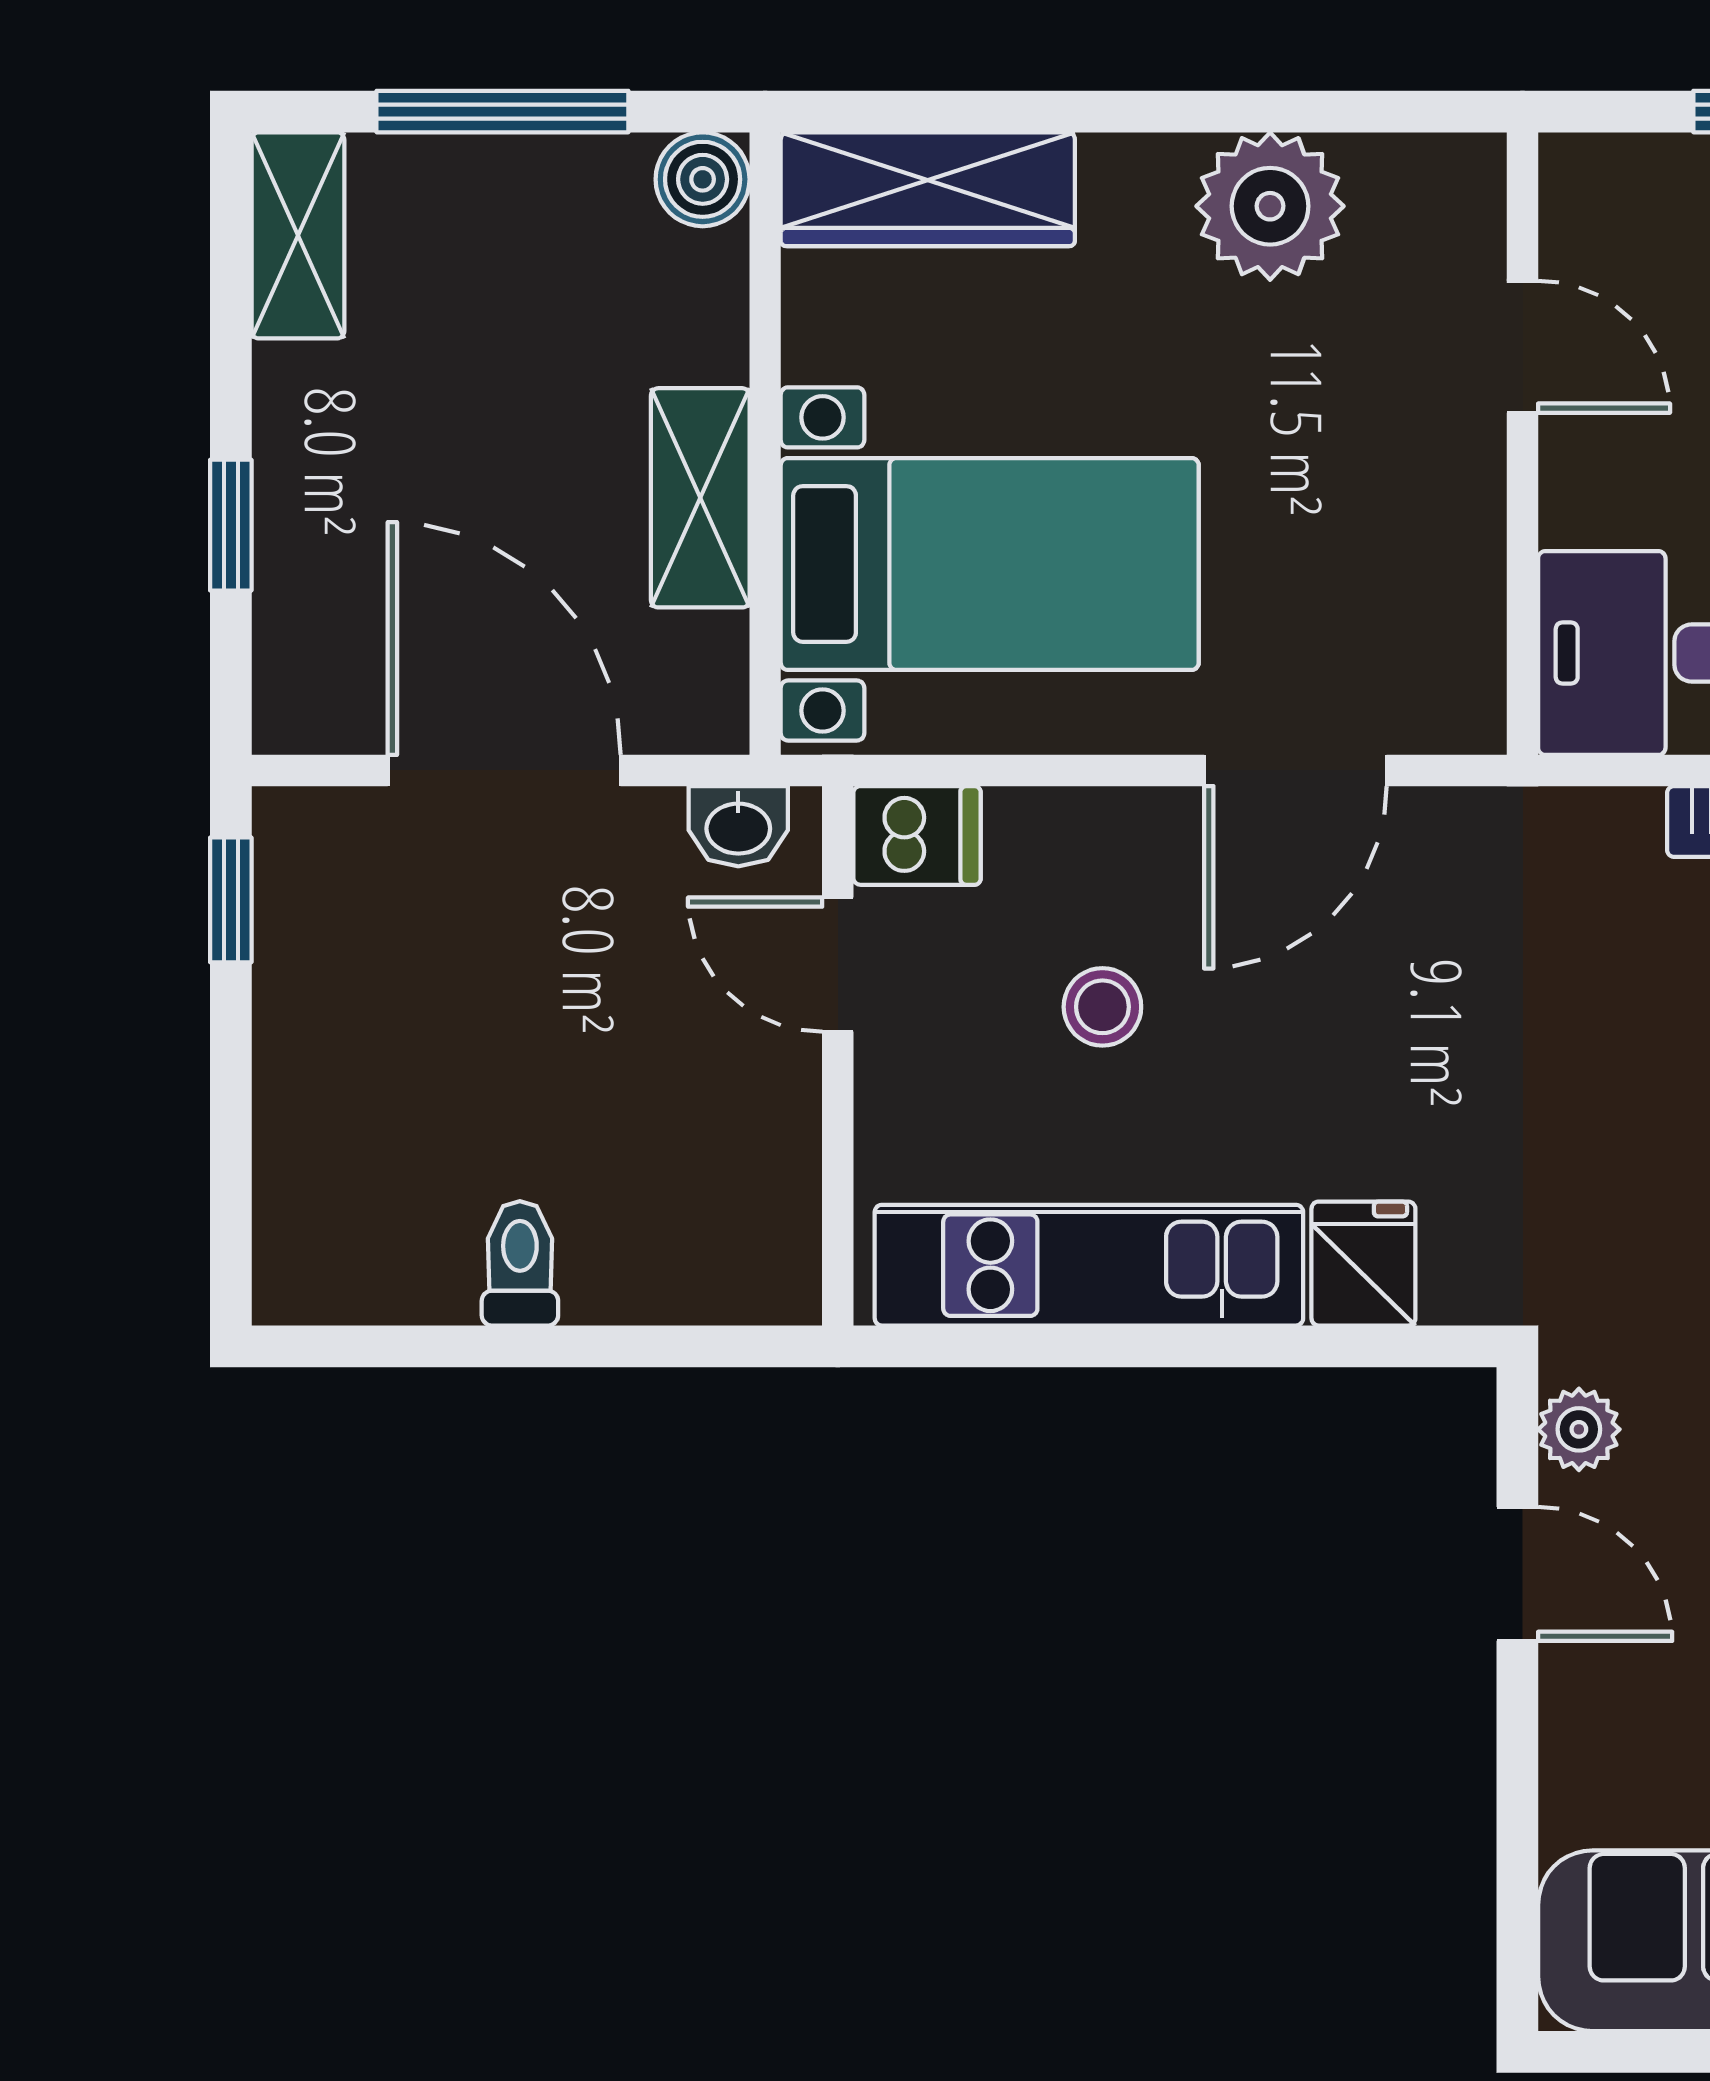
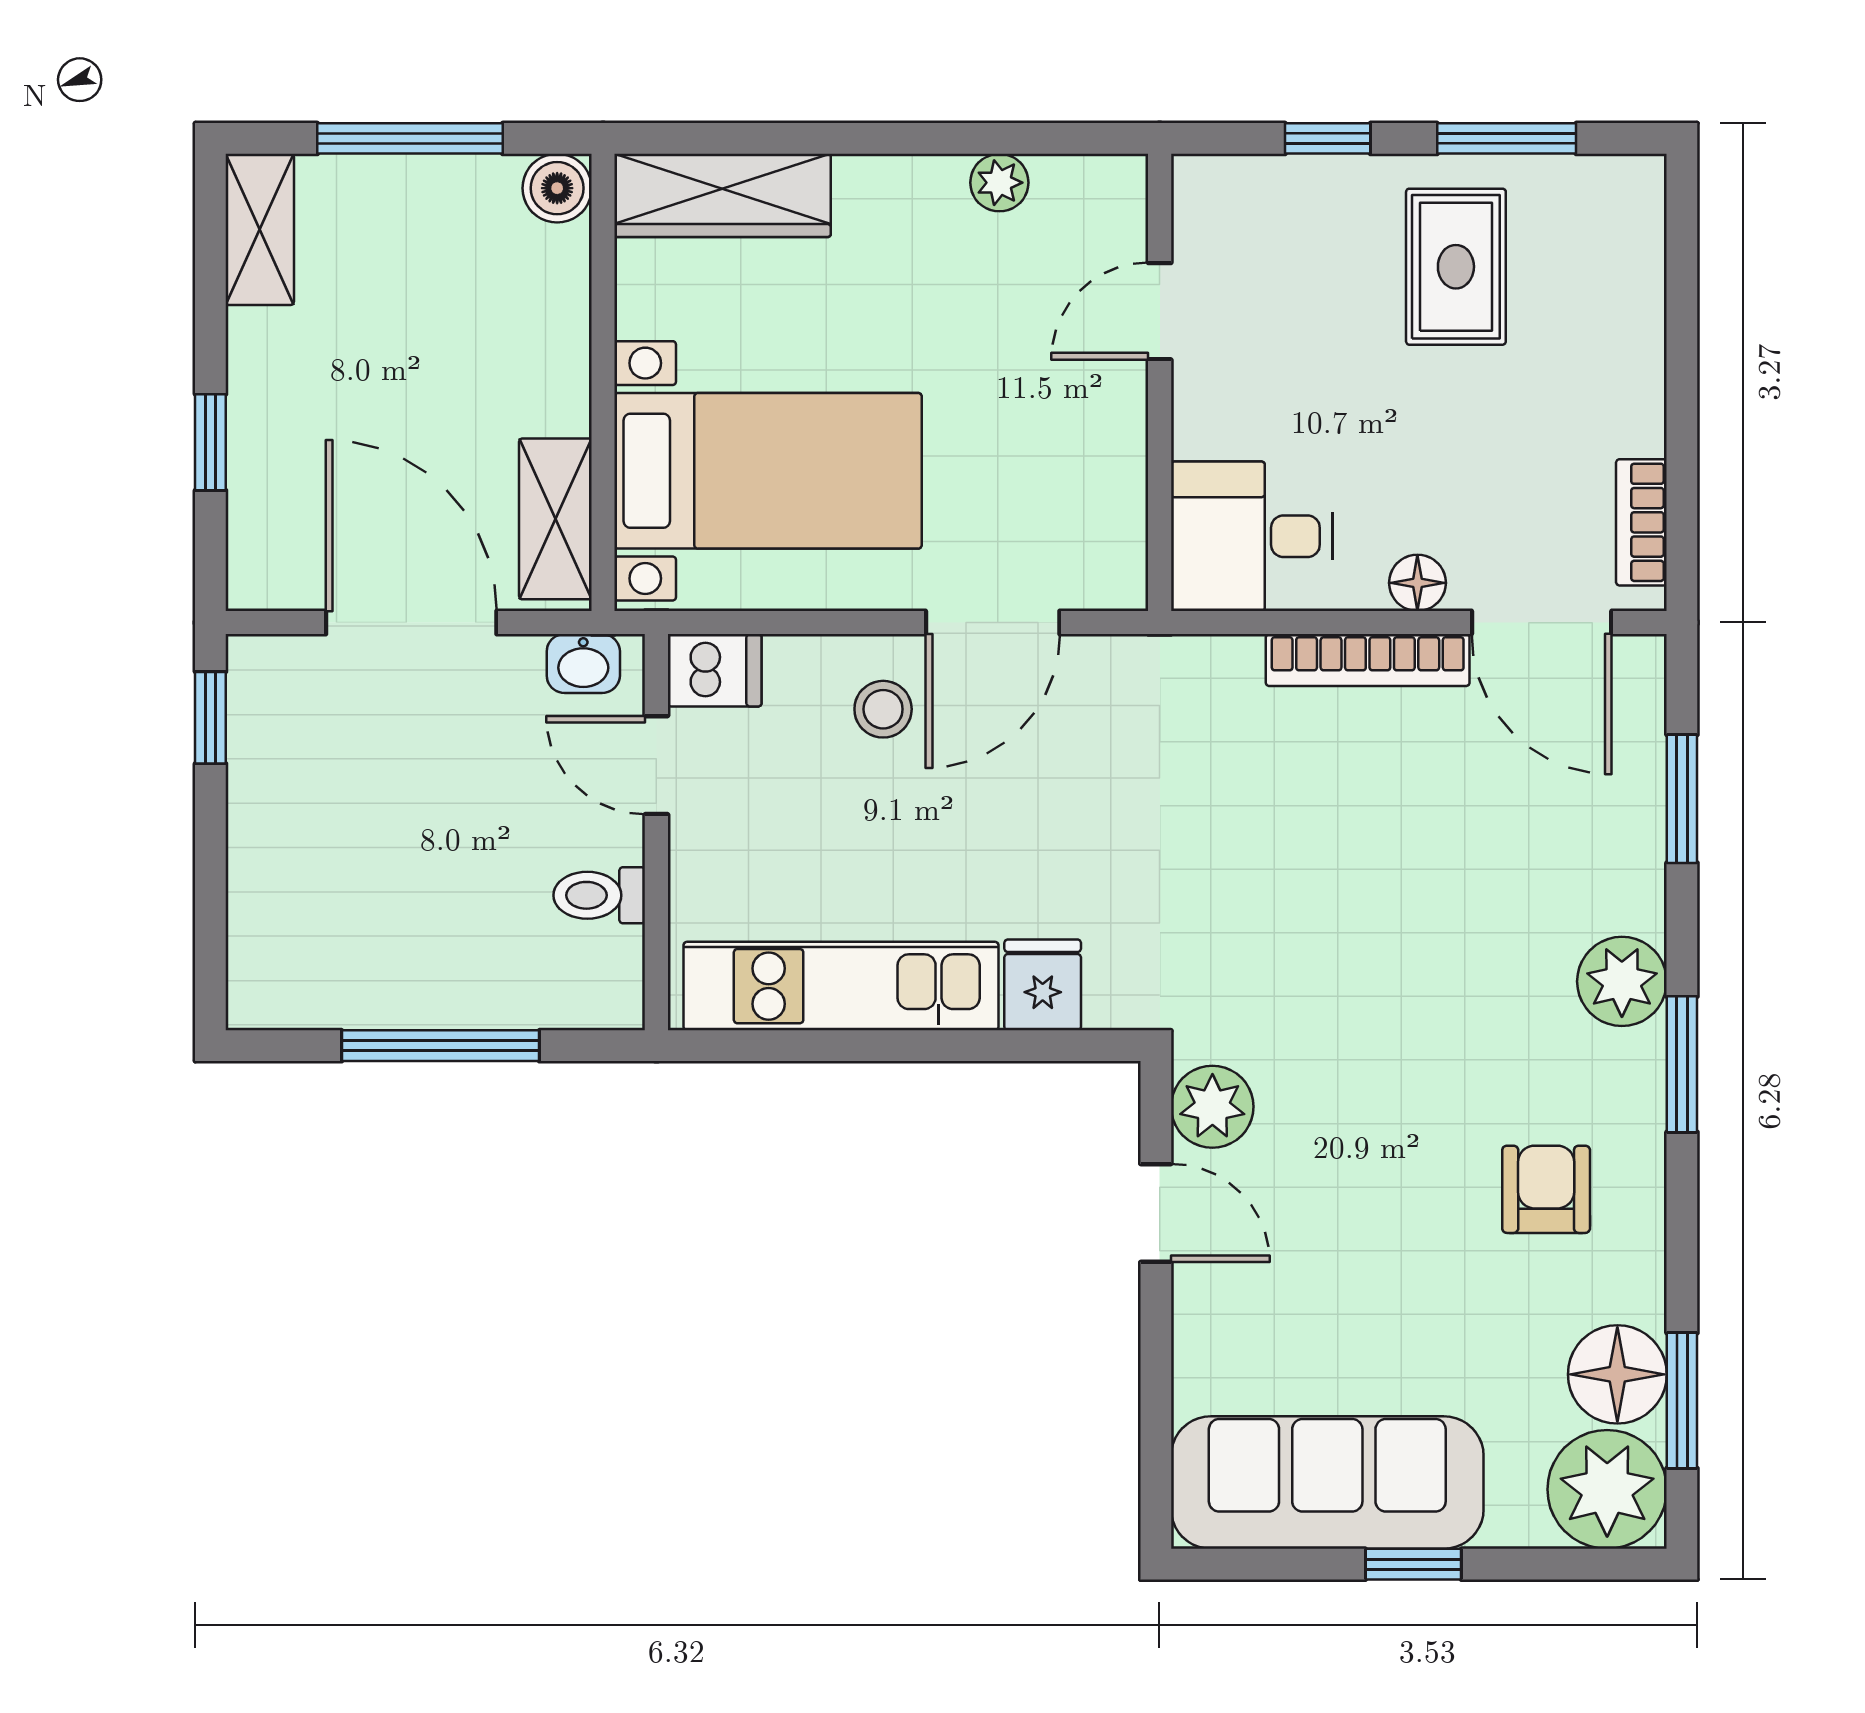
plant: (1270, 206) -> (999, 183), width x0.53, depth x0.53
door: (1523, 347) -> (1160, 311), swing flipped
shelving: (700, 498) -> (555, 519), moved
stool: (1102, 1007) -> (883, 709), moved
toilet: (520, 1263) -> (599, 895), moved, turned -90
window: (544, 1346) -> (440, 1046), added
plant: (1579, 1429) -> (1212, 1107), width x1.38, depth x1.38

